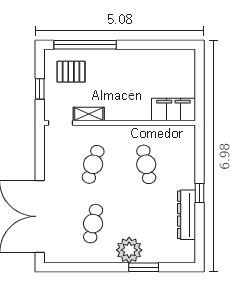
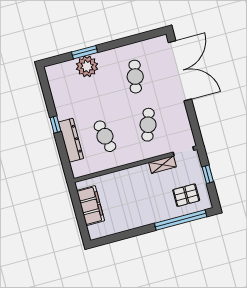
filing cabinet: (173, 110) -> (91, 206), moved, turned -90
dresser: (186, 215) -> (71, 140), moved
plant: (129, 250) -> (87, 66), moved

